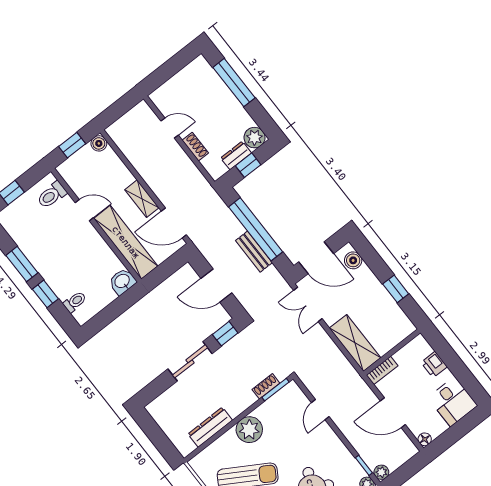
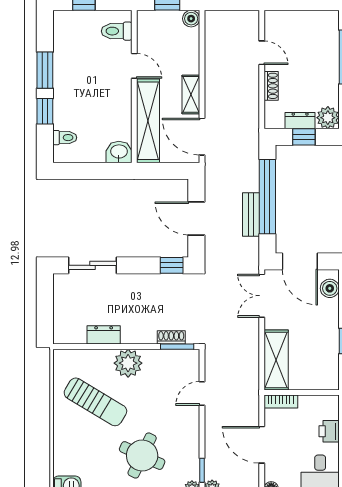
sliding door: (190, 361) -> (92, 265), moved
dresser: (210, 427) -> (104, 335), width x0.70

